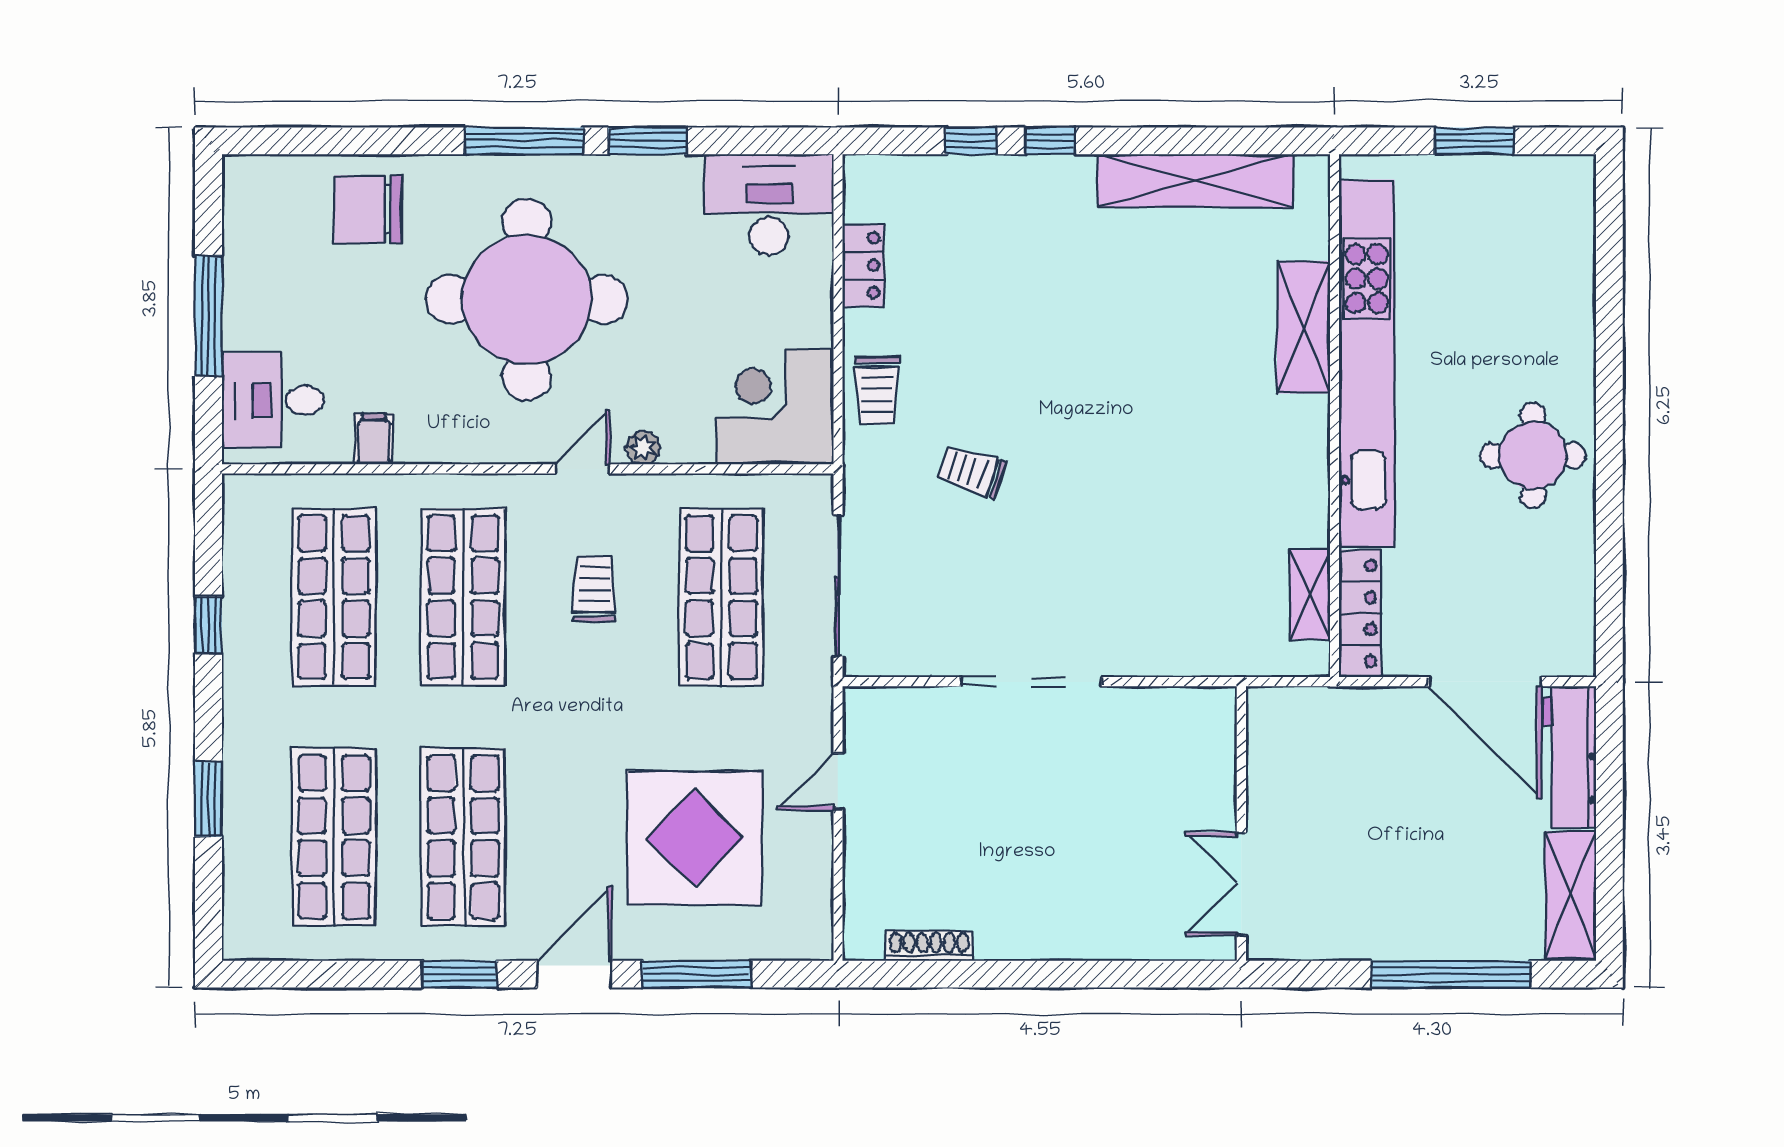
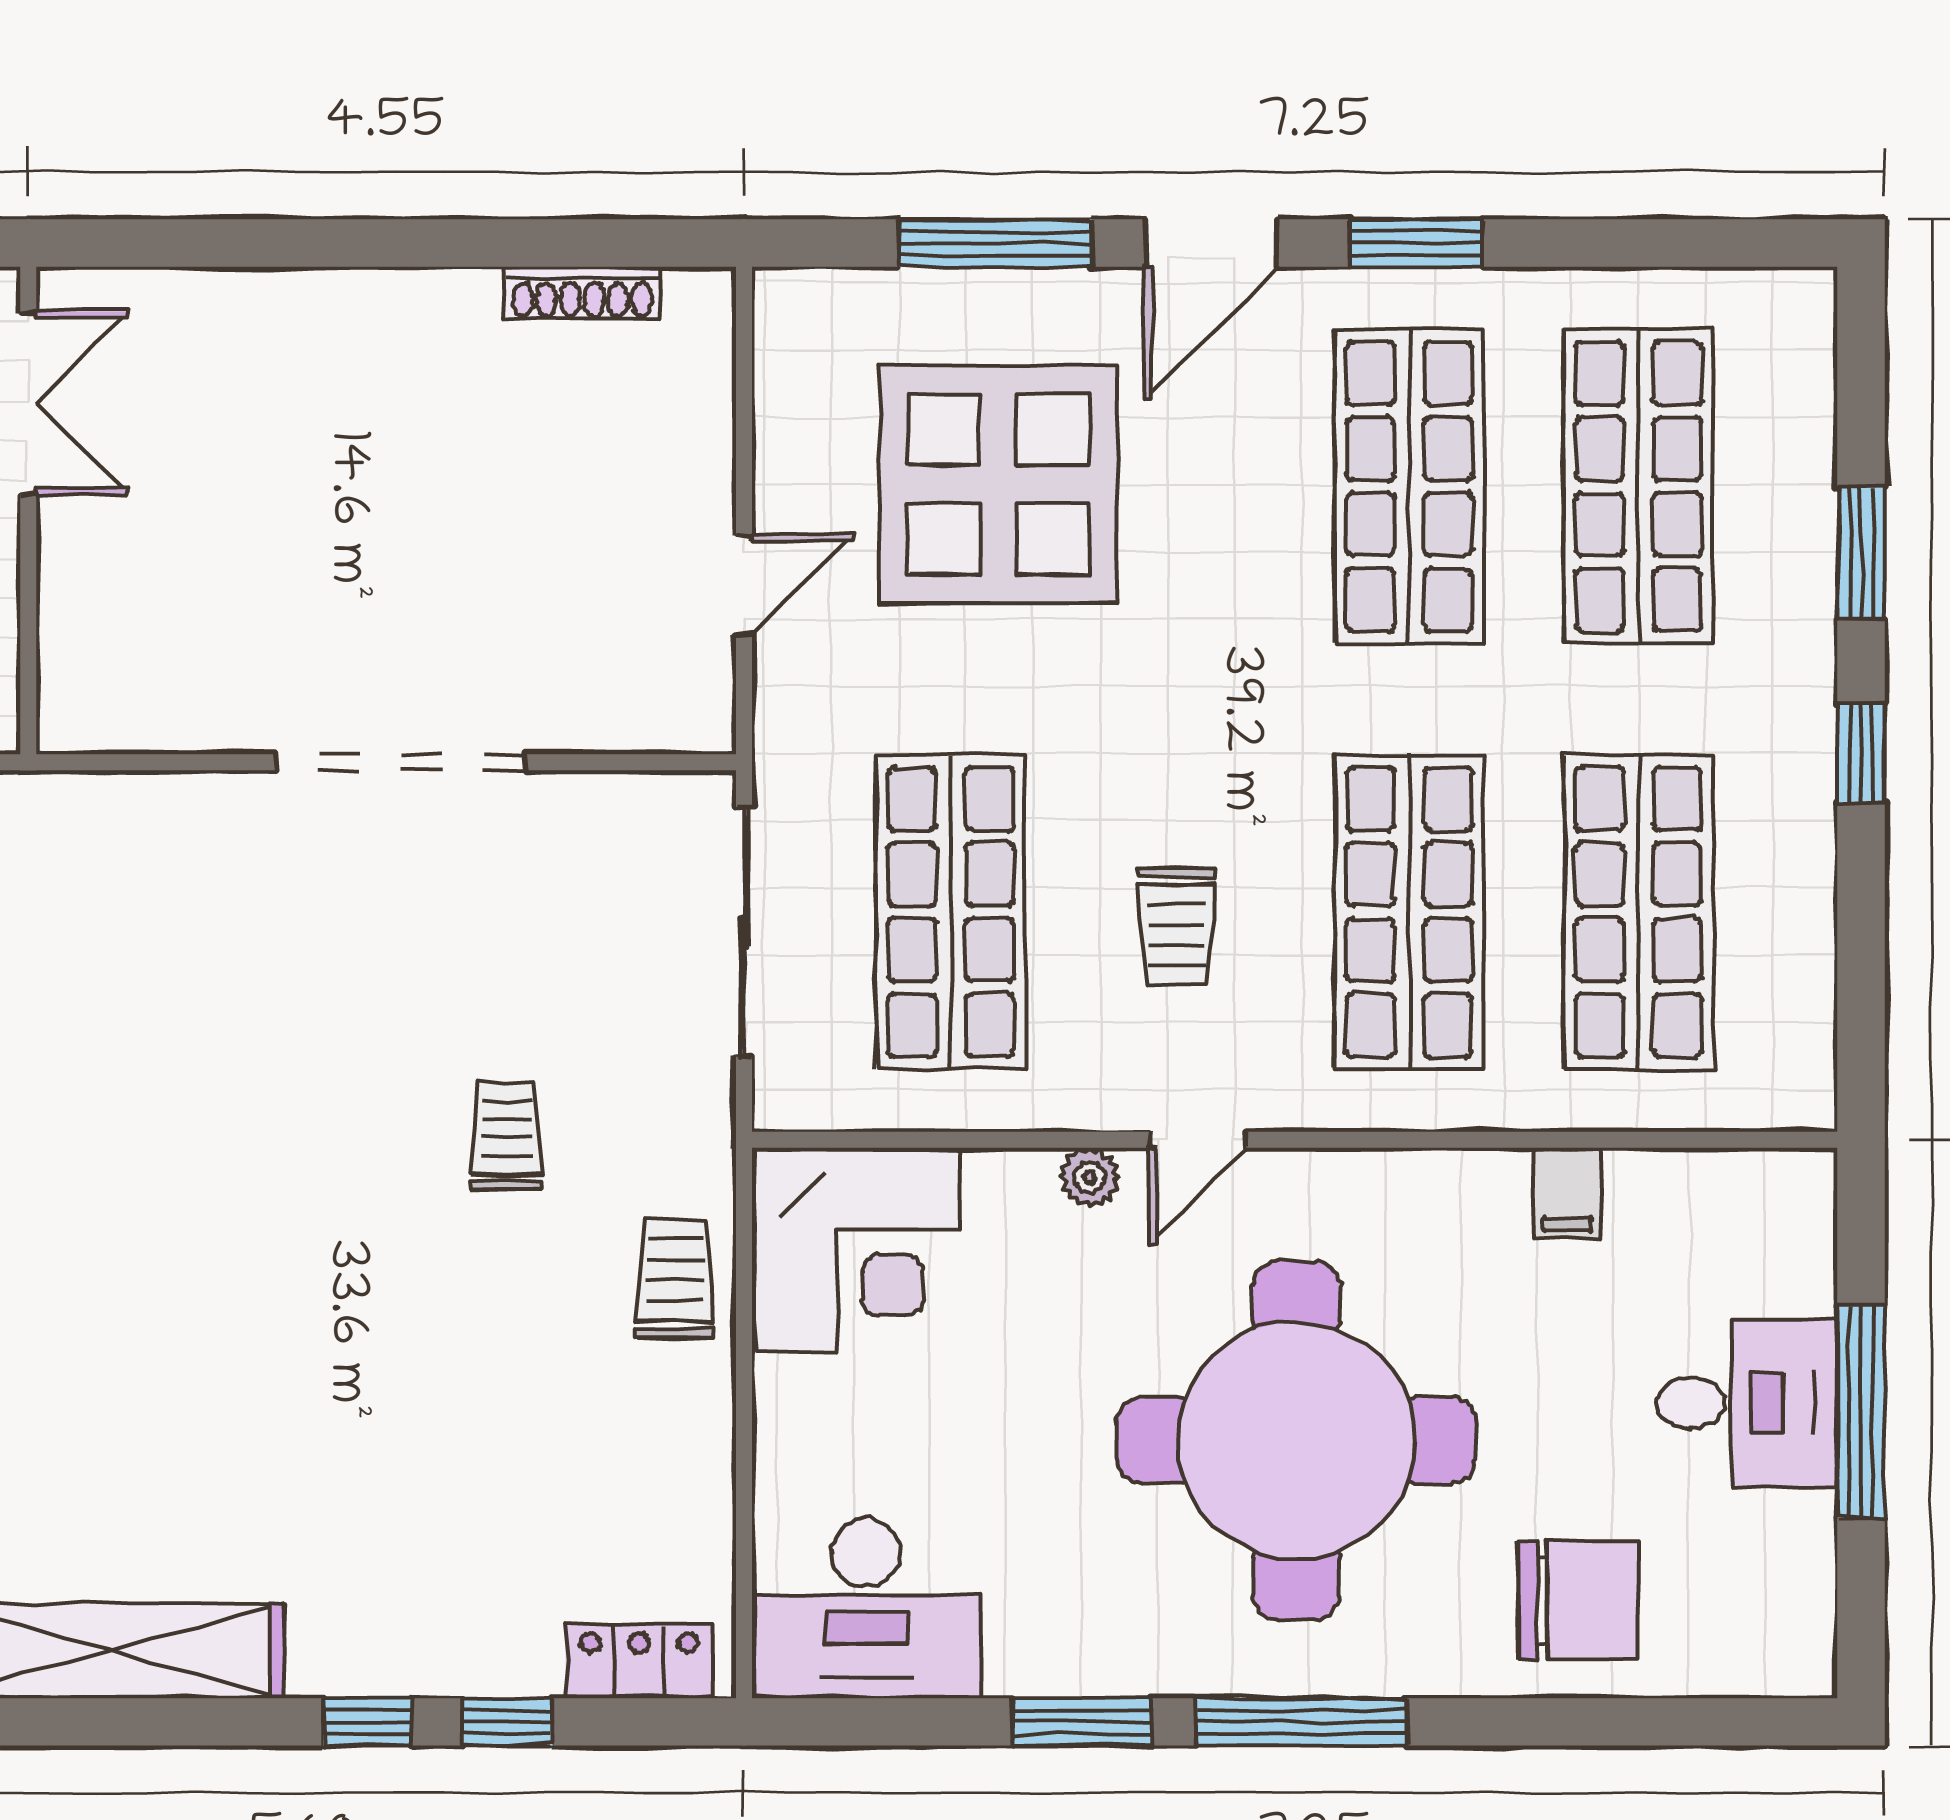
locker: (863, 265) -> (639, 1661), moved, turned 90
desk: (273, 400) -> (1747, 1403), moved
trolley: (972, 471) -> (507, 1136), turned -108
window: (209, 625) -> (1861, 753), moved

